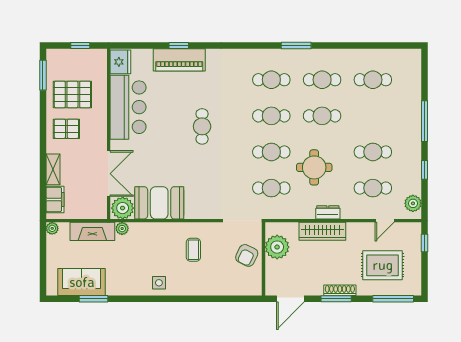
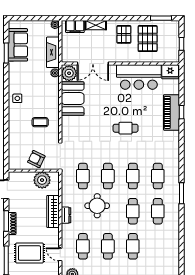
cafe table: (373, 80) -> (133, 246), moved
rug: (383, 265) -> (29, 253), turned 90

